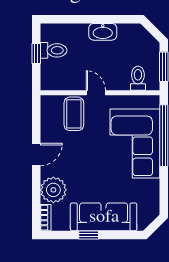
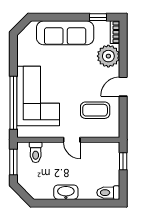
toilet: (54, 50) -> (108, 193), moved
window: (36, 54) -> (123, 161), moved
coffee table: (74, 114) -> (95, 110), moved, turned 90
window: (89, 235) -> (98, 17), moved

